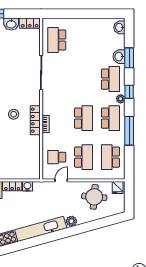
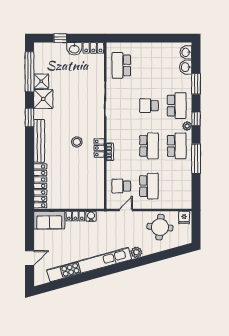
washbasin: (119, 57) -> (186, 67), moved
locker: (35, 120) -> (99, 148), width x0.66
school desk: (110, 157) -> (149, 106), moved, width x0.54

